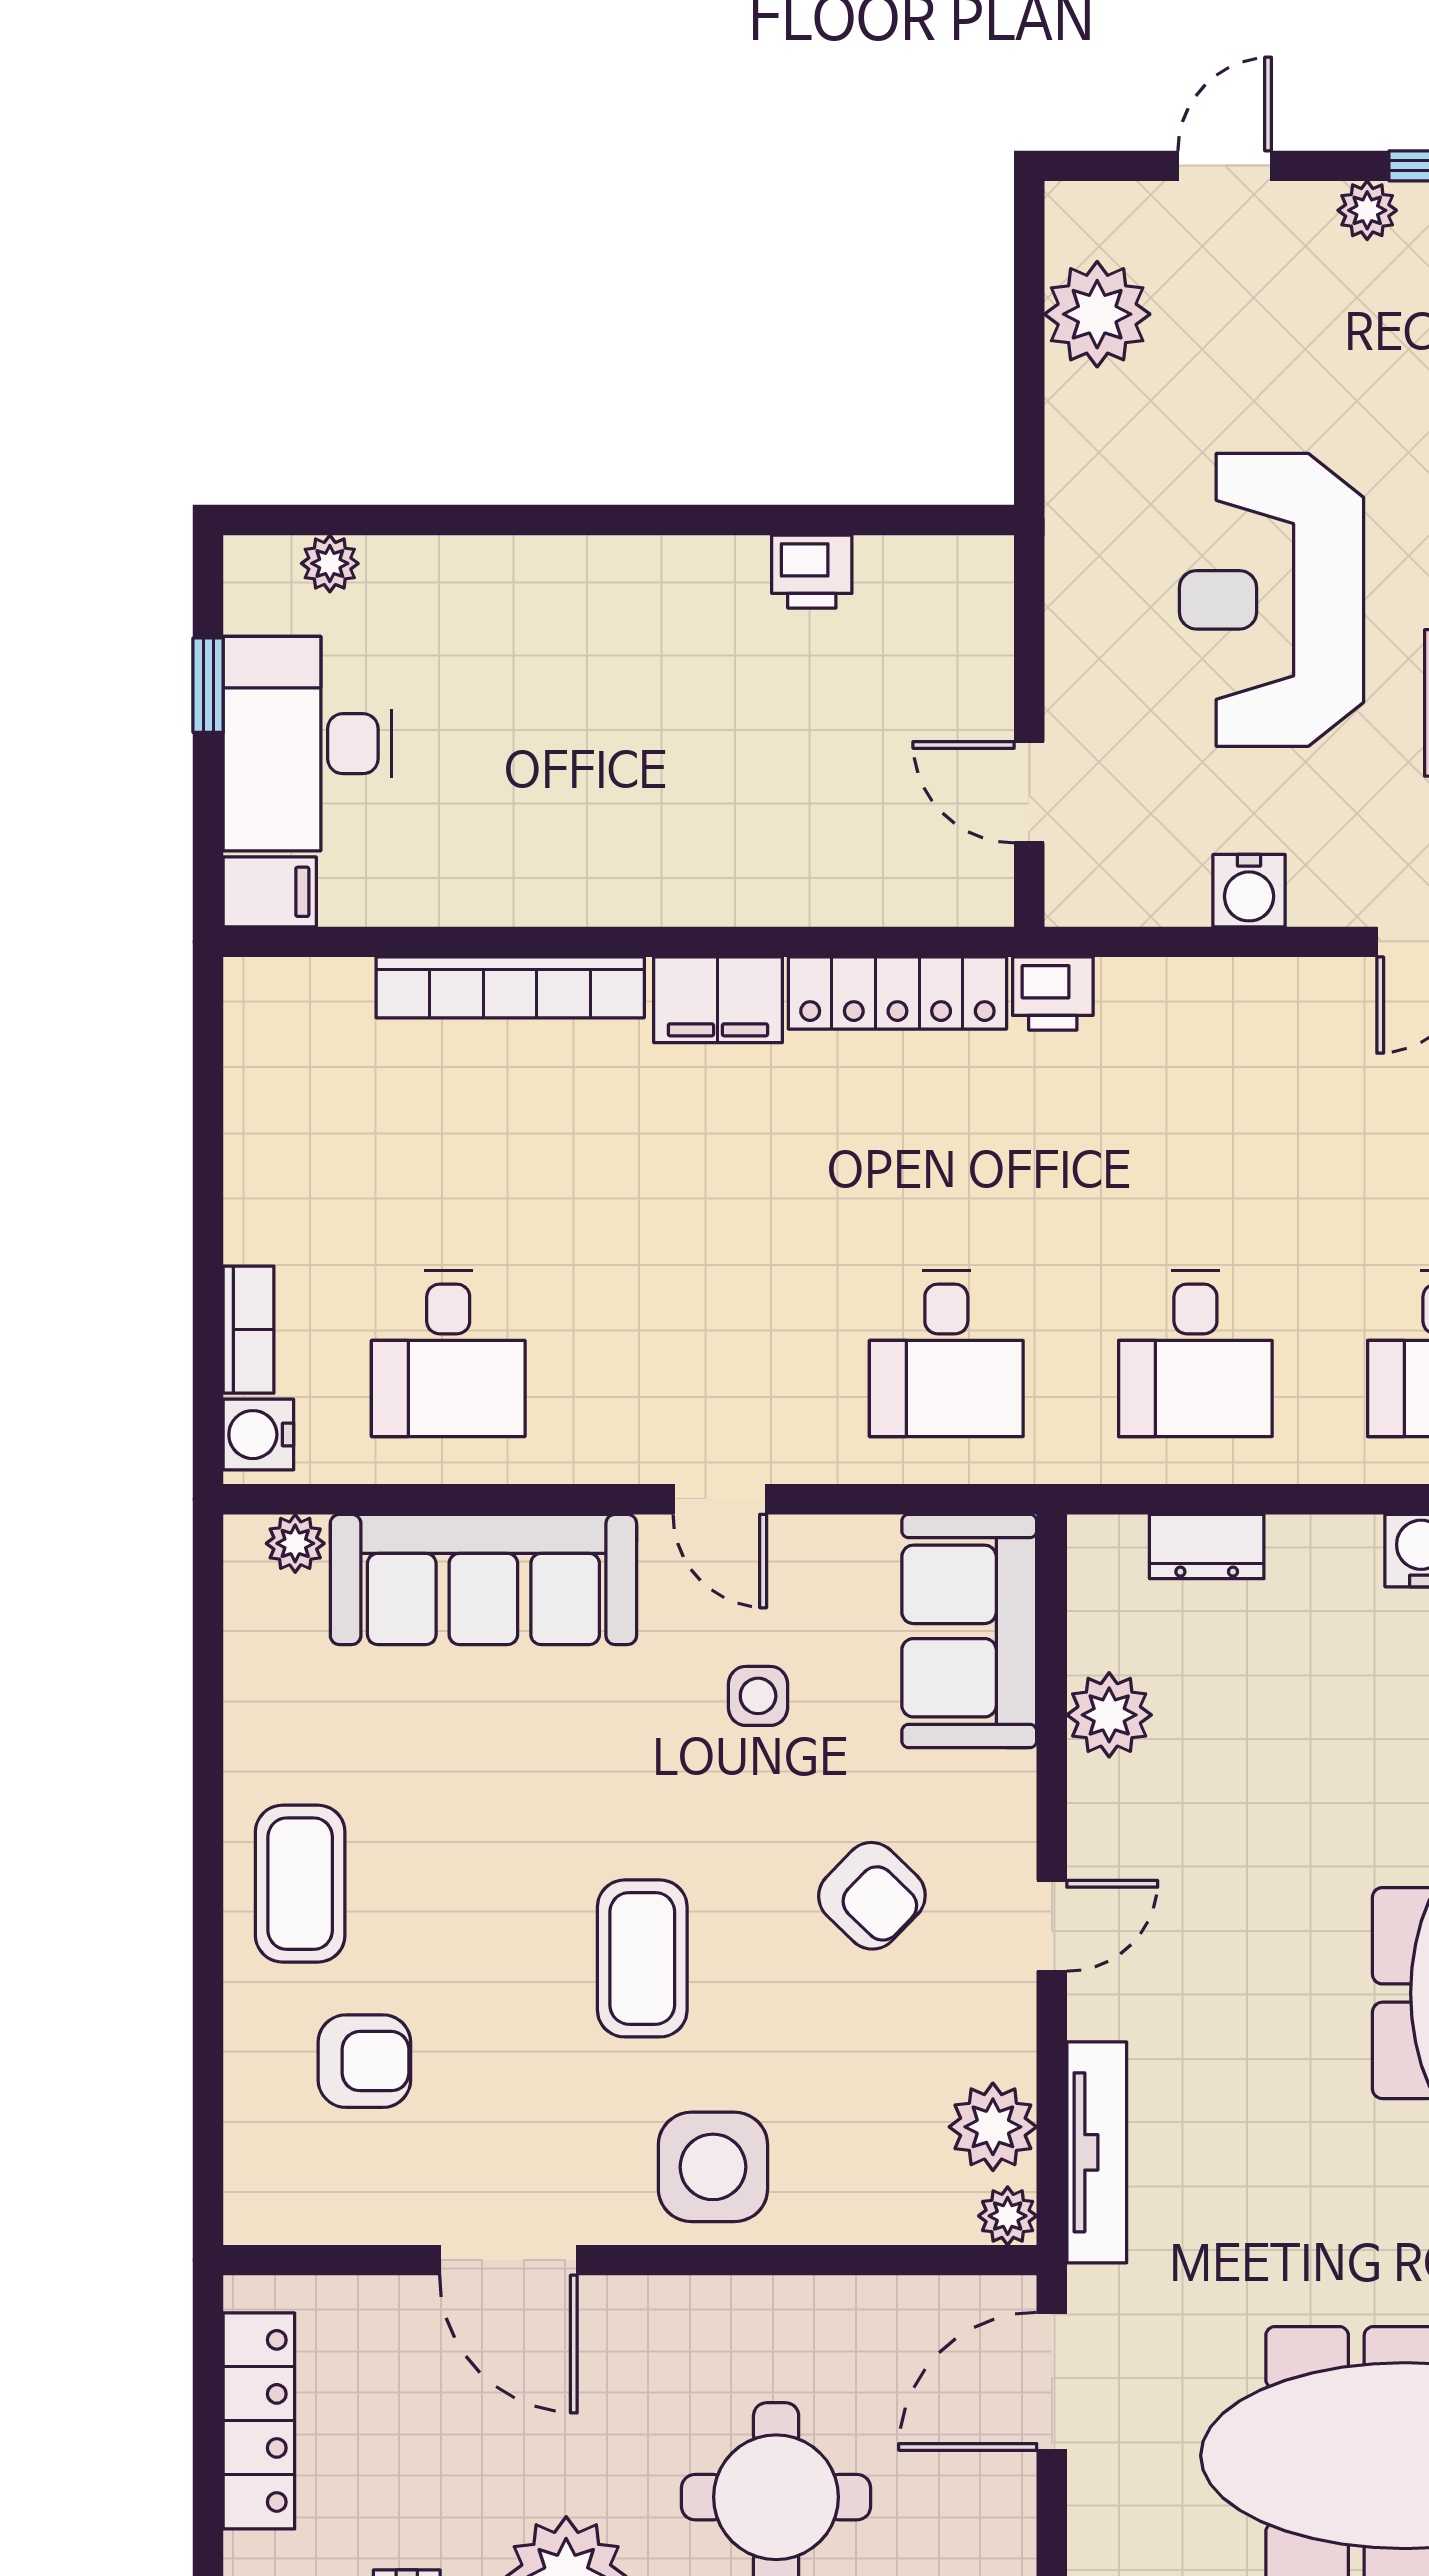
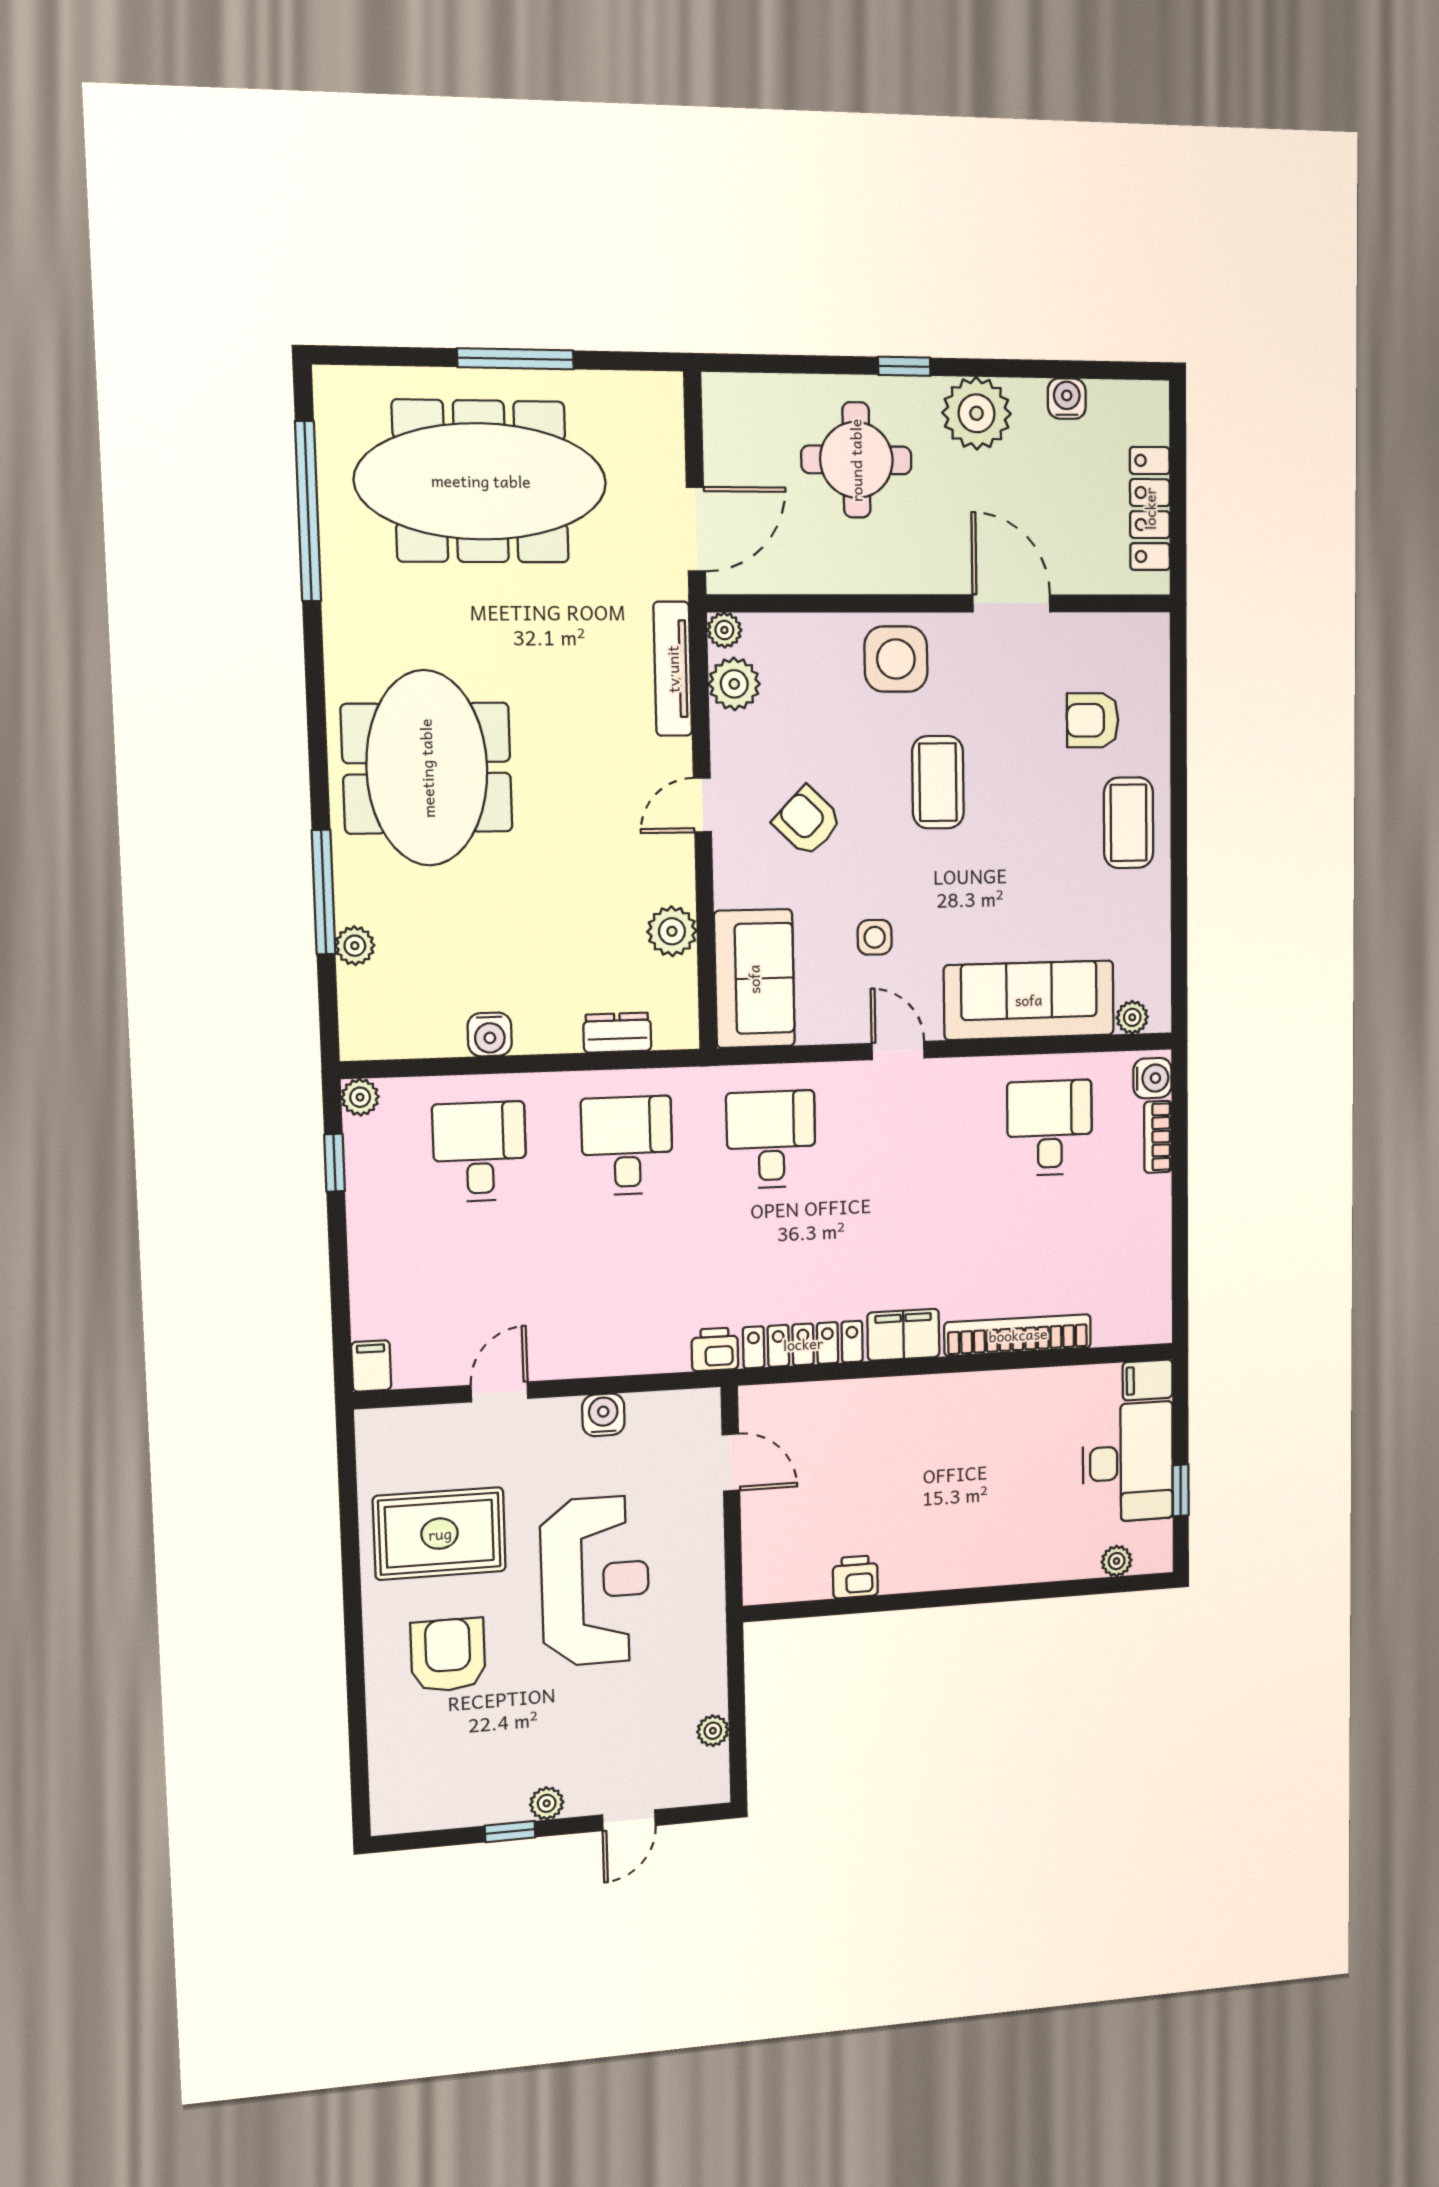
plant: (1097, 314) -> (713, 1731), width x0.53, depth x0.53

